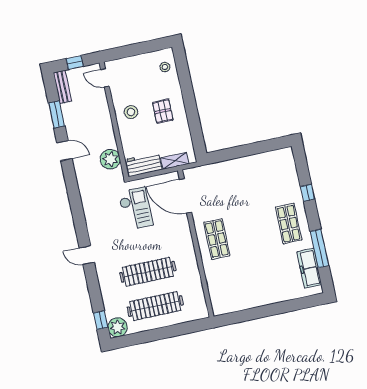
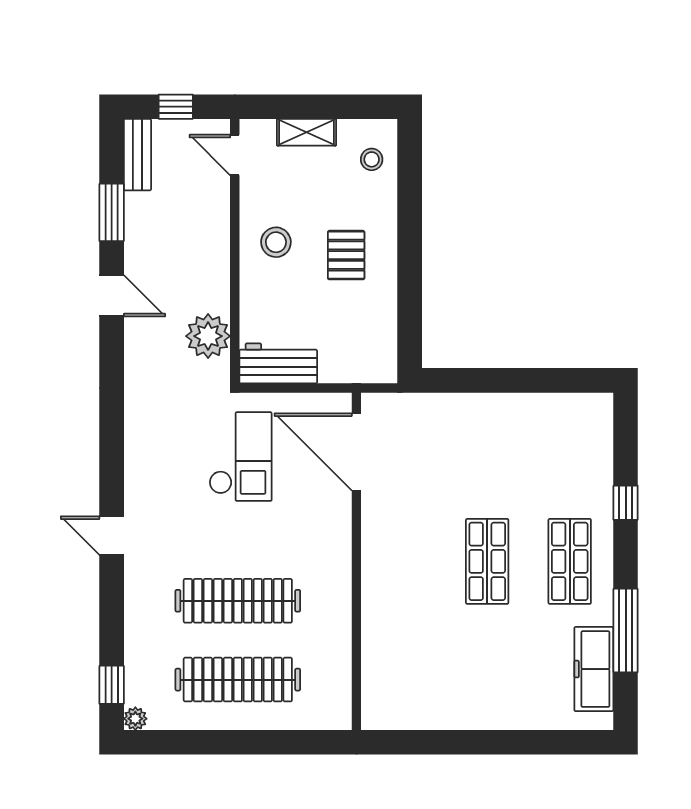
shelving: (175, 161) -> (307, 132), moved
shop shelf: (217, 239) -> (487, 561), moved
plant: (118, 327) -> (135, 719), width x0.53, depth x0.53

